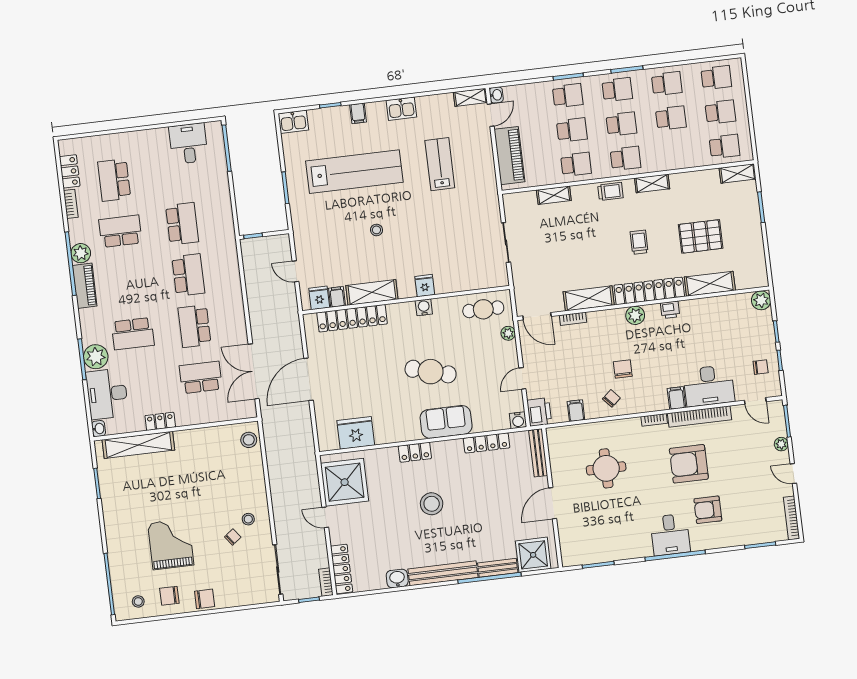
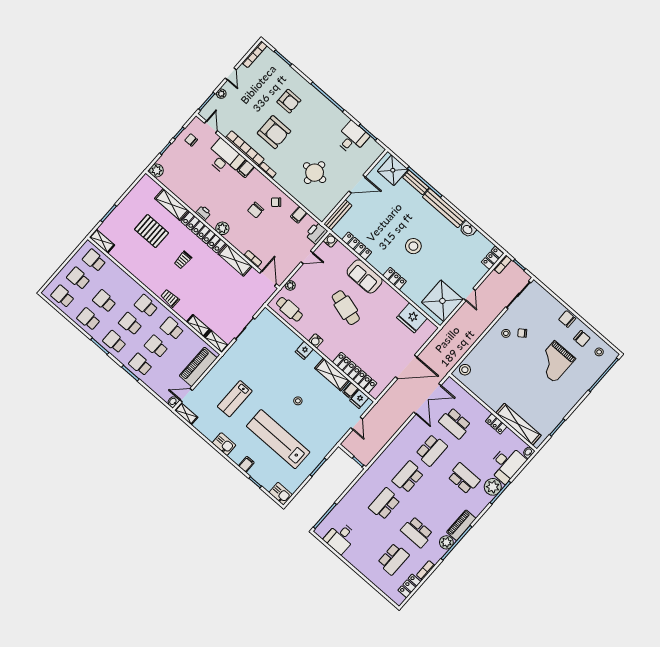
shelving: (652, 183) -> (216, 341), moved
desk: (670, 535) -> (352, 138), moved
locker: (342, 569) -> (492, 258), width x0.66

